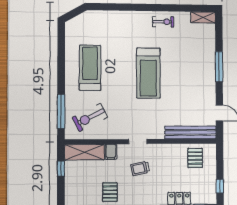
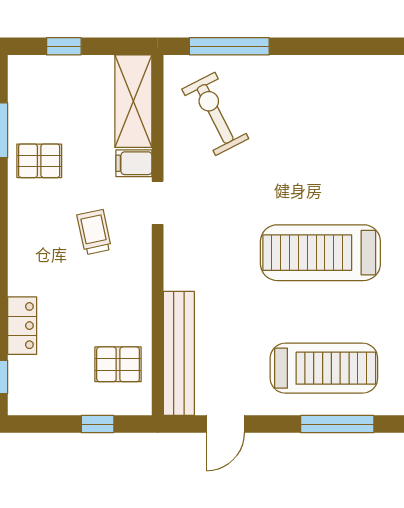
treadmill: (90, 68) -> (324, 368), moved
doorway: (138, 142) -> (158, 203), moved
window: (61, 169) -> (64, 46), moved
window: (220, 186) -> (98, 424), moved

